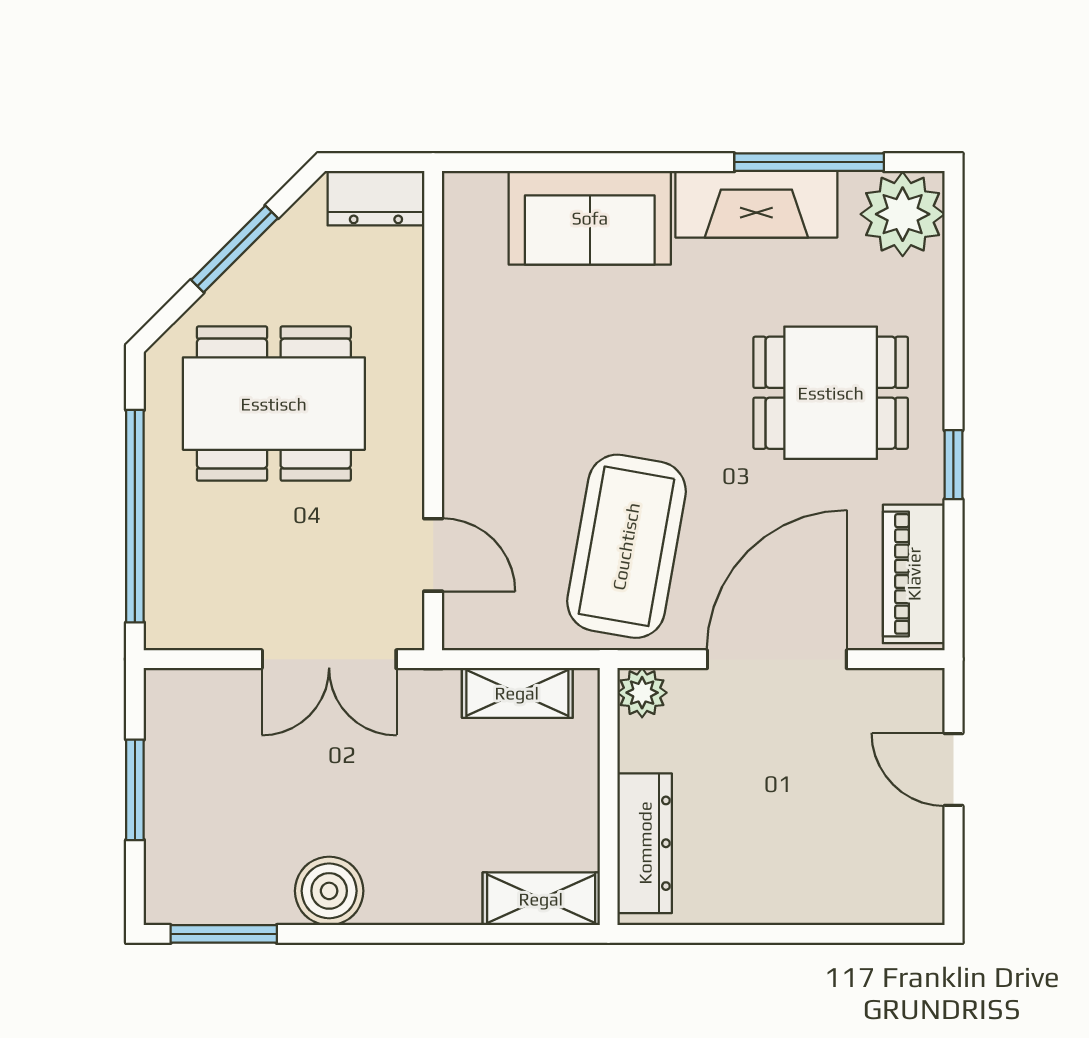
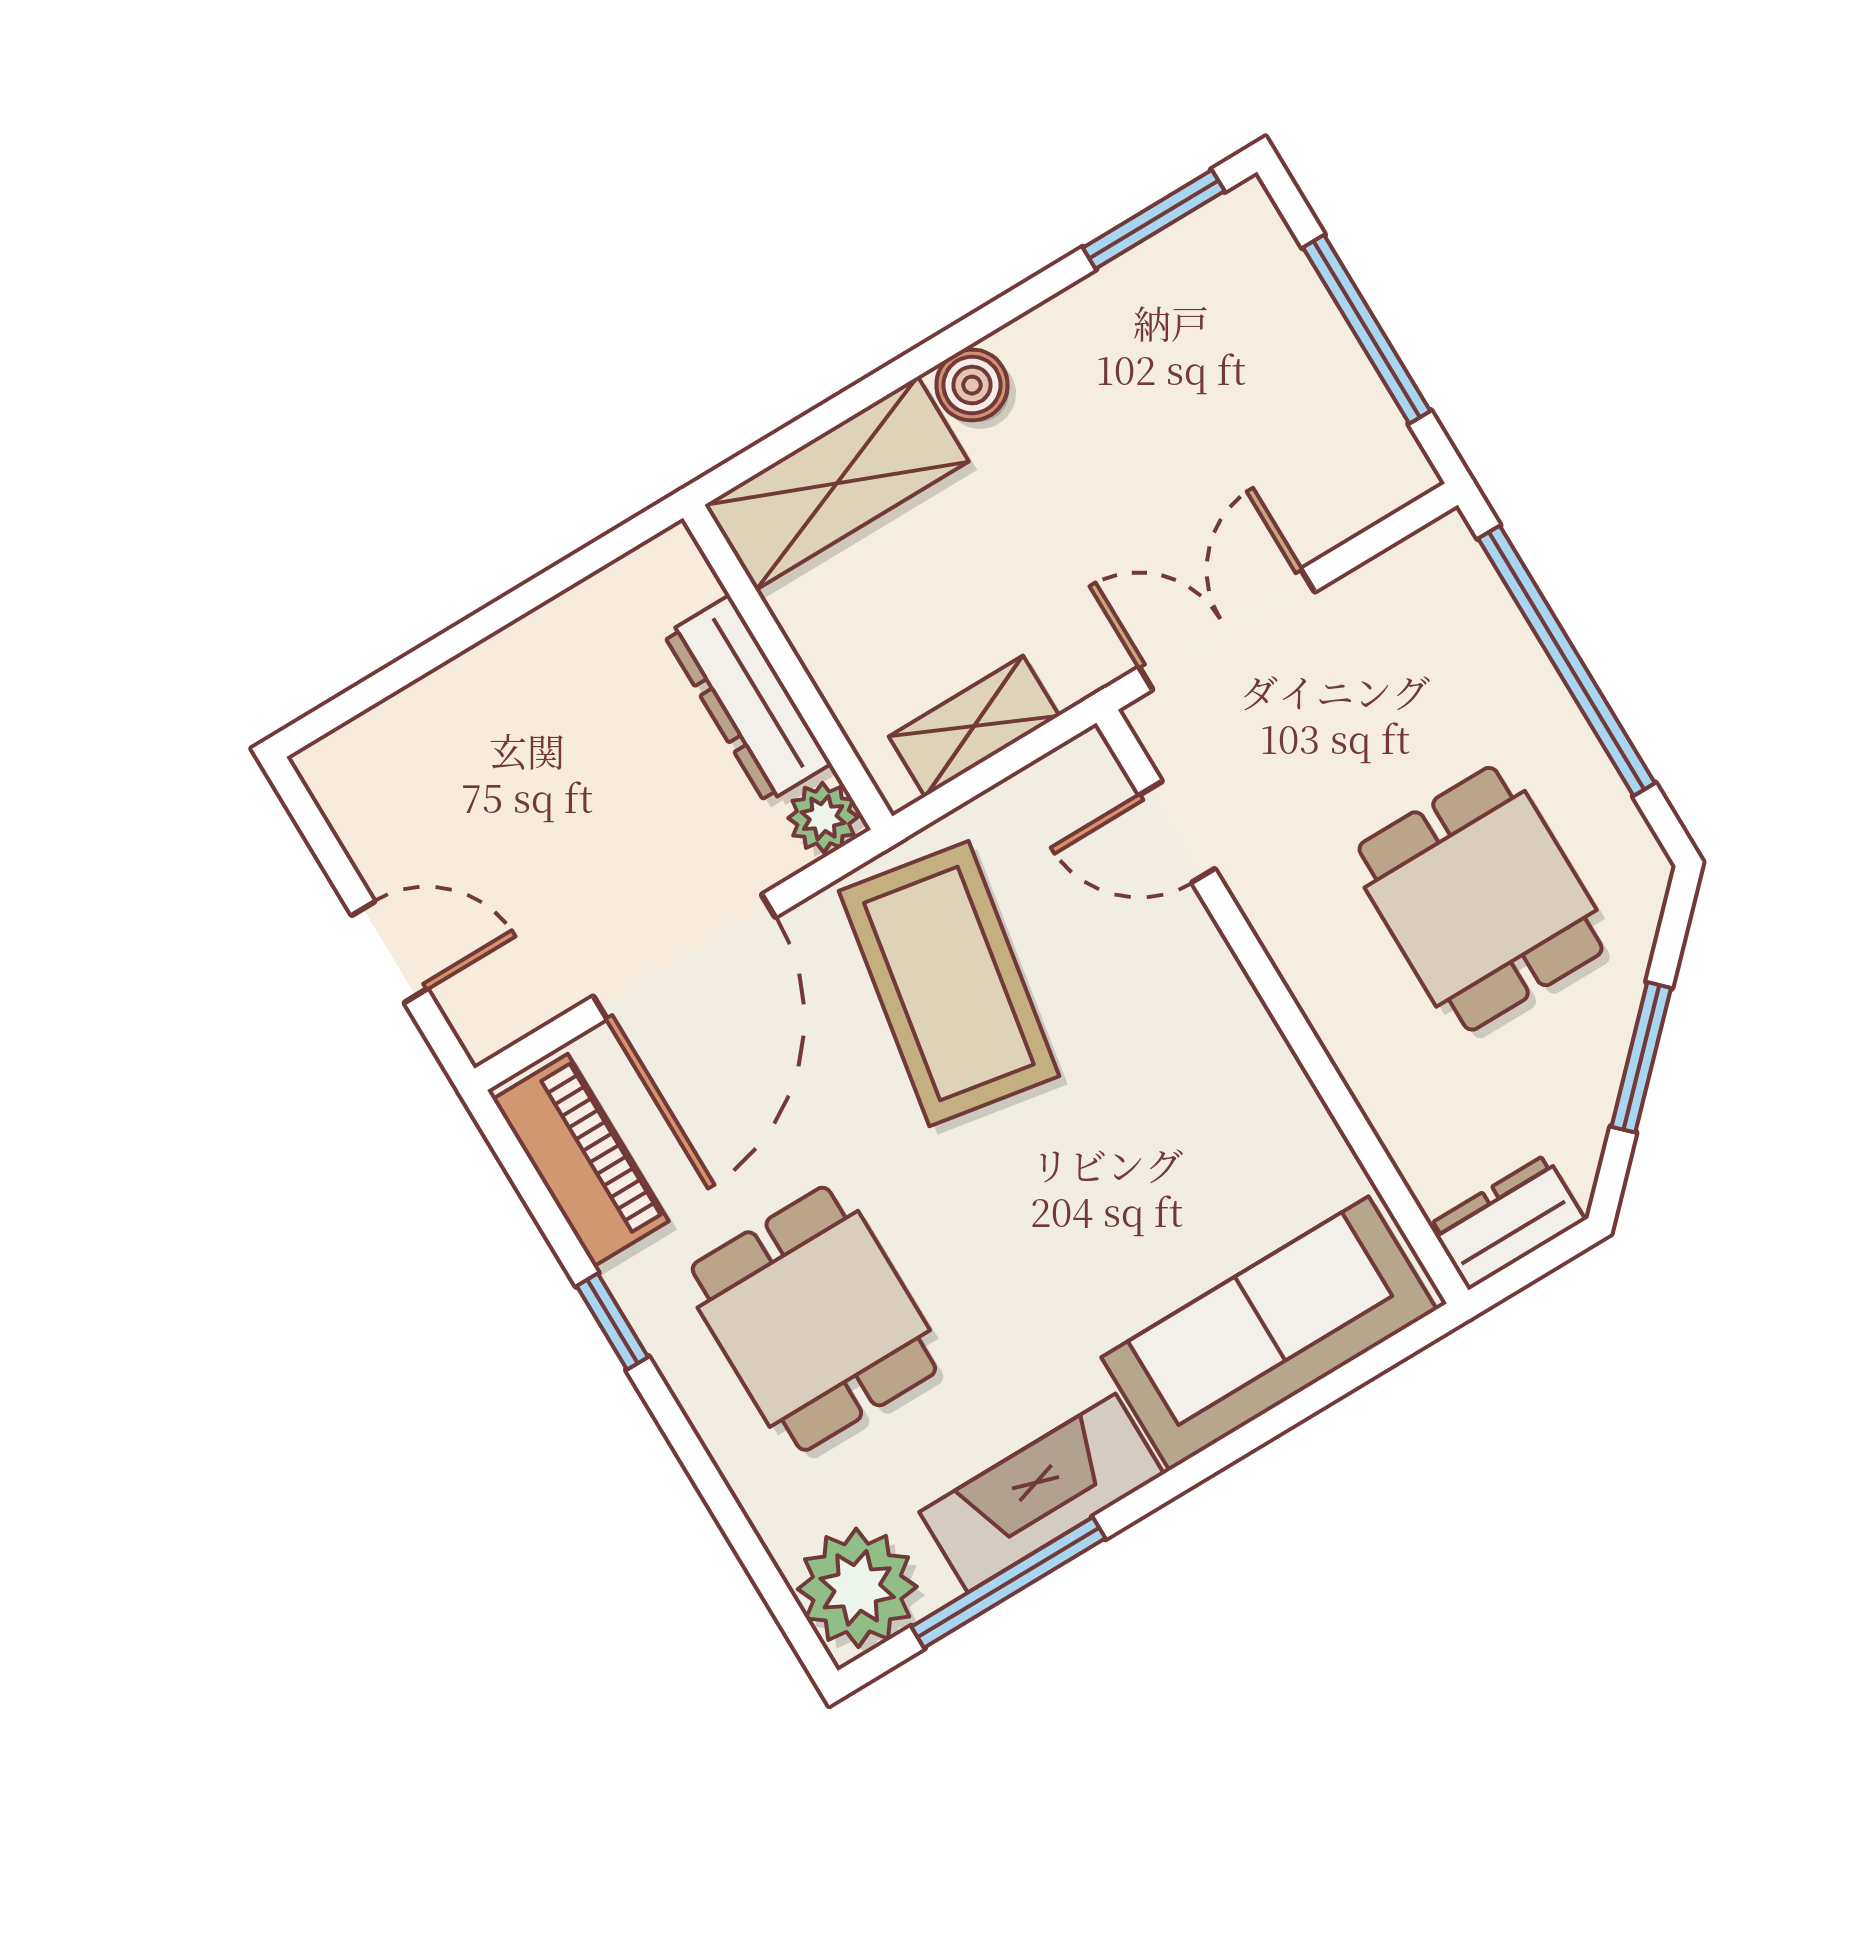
sofa: (590, 218) -> (1269, 1333), width x1.36
dining table: (831, 393) -> (814, 1319), turned 90
dining table: (274, 404) -> (1481, 899), width x0.73
window: (135, 790) -> (1367, 329), width x1.44
dresser: (645, 843) -> (747, 699), moved
boiler: (329, 891) -> (972, 385), moved, width x0.73, depth x0.73
shelving: (541, 899) -> (837, 483), width x1.50, depth x1.33

